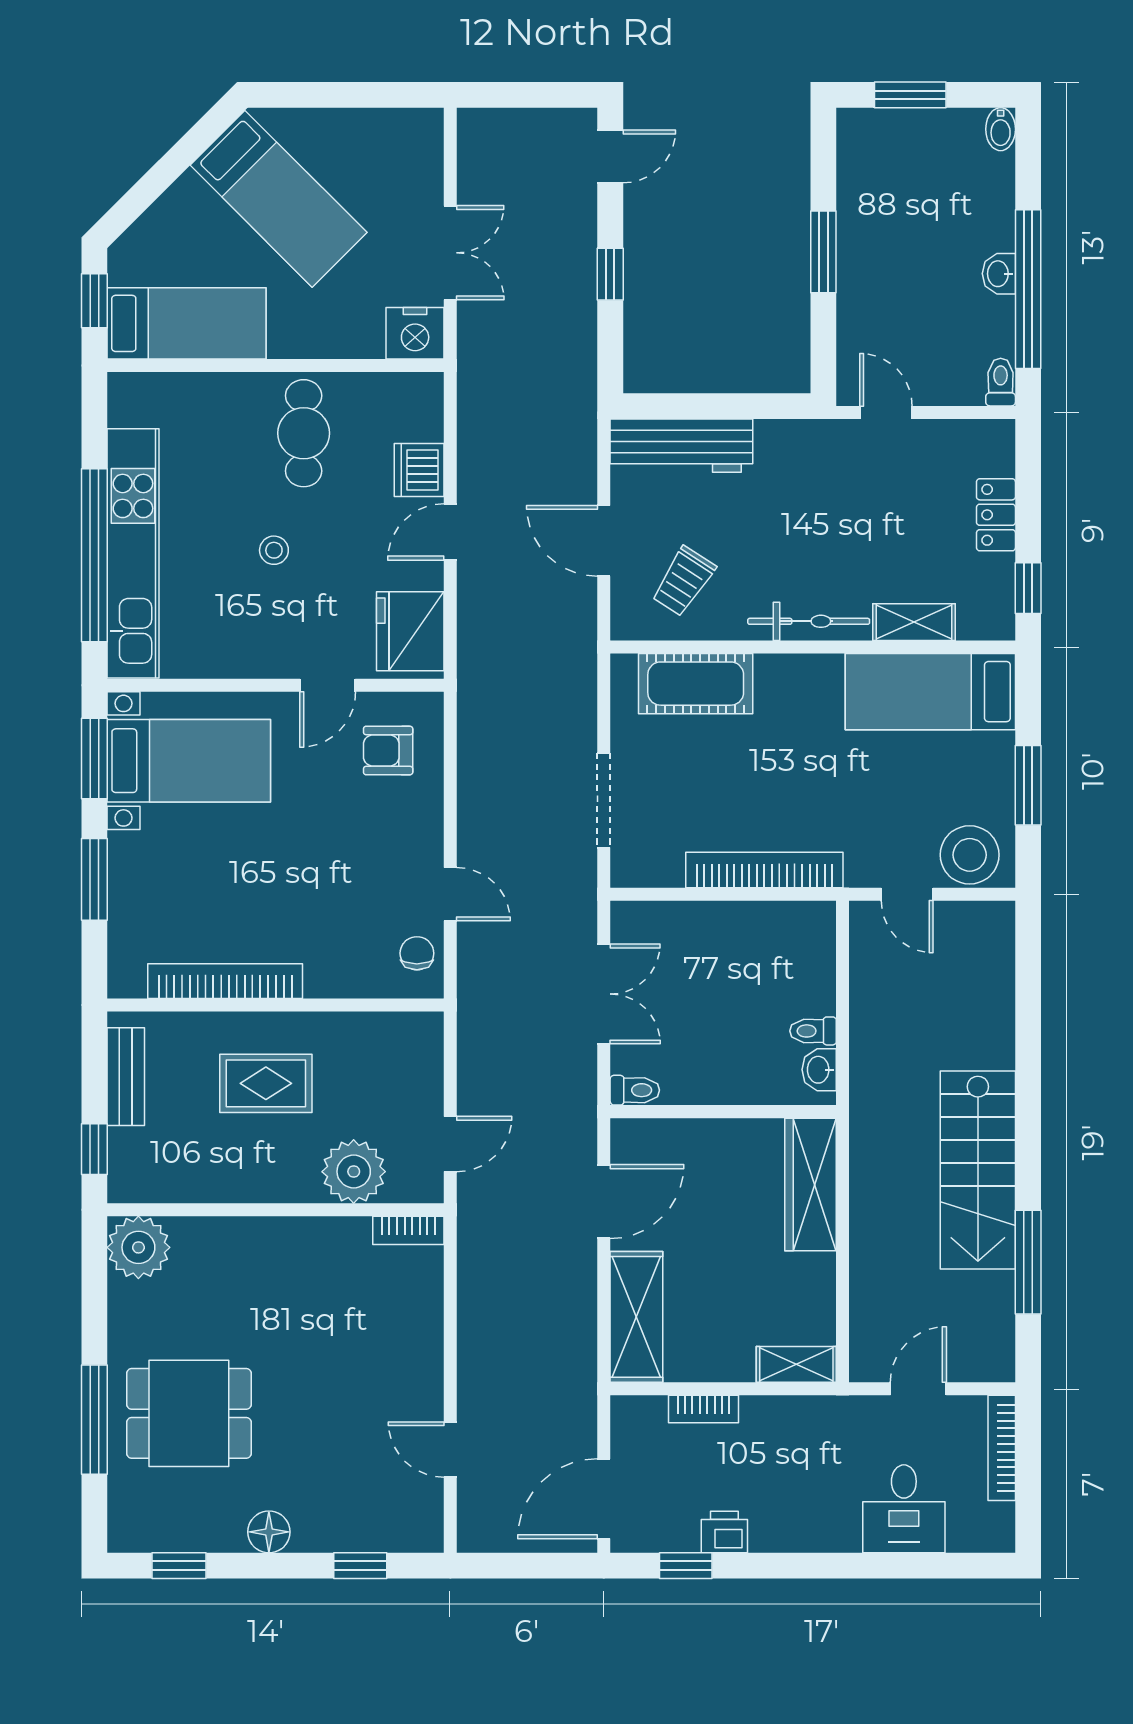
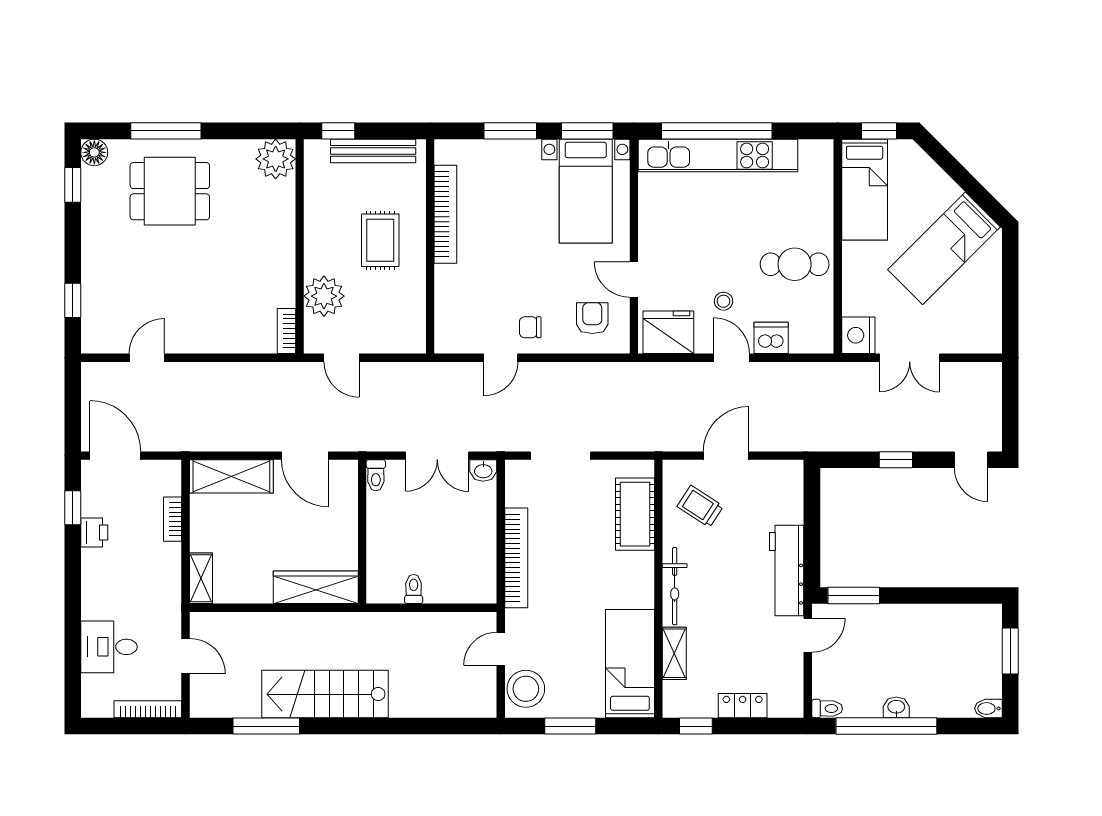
window: (823, 252) -> (854, 596), moved
workbench: (681, 446) -> (787, 571), moved
stool: (274, 550) -> (724, 301), moved
chair: (417, 953) -> (530, 327), moved, turned 180
washbasin: (819, 1070) -> (483, 471), moved, turned 180
bench: (126, 1077) -> (373, 151), width x1.36
dining table: (189, 1413) -> (170, 191), turned 90
floor lamp: (269, 1532) -> (94, 152), moved

